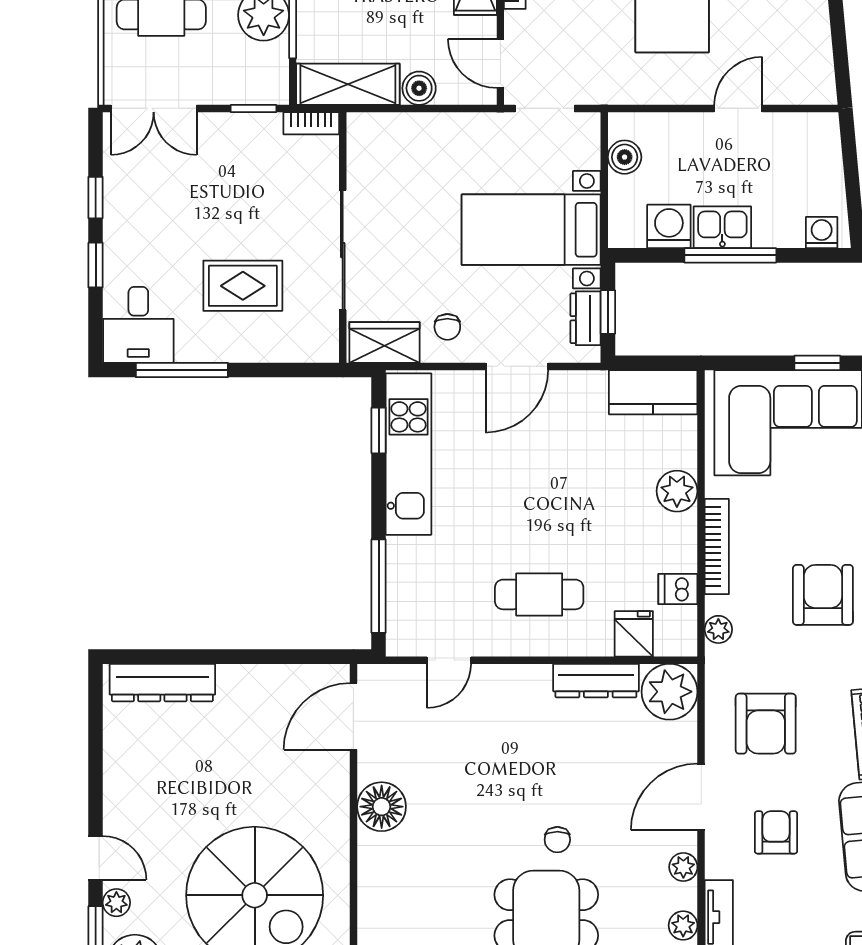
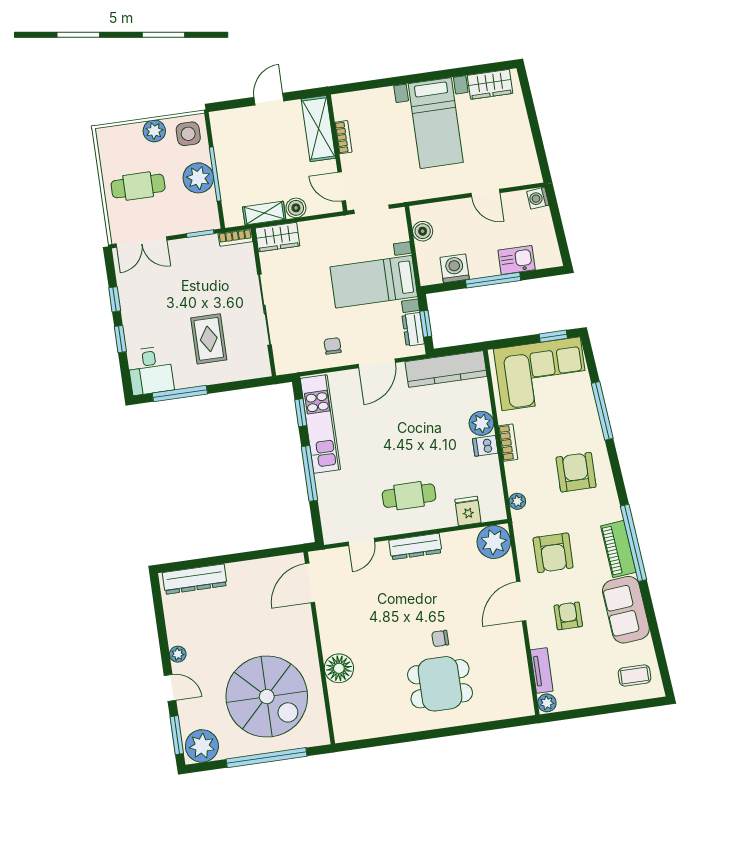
shelving: (348, 84) -> (264, 213), width x0.67, depth x0.75
door: (738, 108) -> (485, 193), swing flipped
kitchen sink: (722, 227) -> (517, 260), moved
washing machine: (822, 233) -> (538, 198), moved, turned -95
rug: (243, 286) -> (209, 339), turned 90
chair: (447, 327) -> (333, 346), turned 180
wardrobe: (384, 342) -> (277, 237), moved, turned 180
kitchen counter: (653, 392) -> (446, 369), width x1.50
bookcase: (717, 547) -> (508, 443), width x0.64
window: (379, 586) -> (309, 473), moved
dishwasher: (678, 589) -> (485, 446), moved
dresser: (596, 681) -> (415, 546), moved
floor lamp: (382, 807) -> (339, 668), moved
chair: (557, 840) -> (440, 638), turned 90
plant: (683, 867) -> (517, 644), removed
plant: (116, 903) -> (178, 654), moved
plant: (683, 925) -> (521, 678), removed

